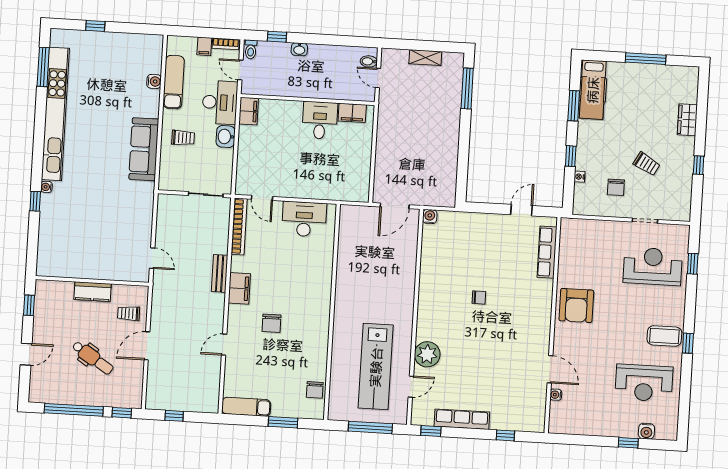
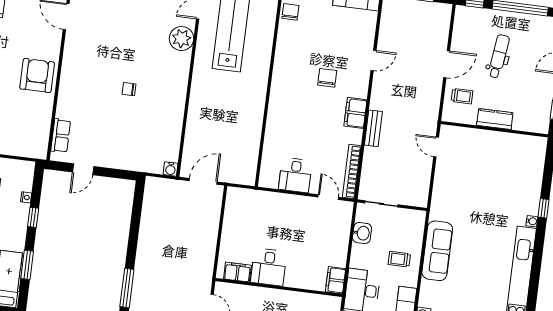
washbasin: (226, 137) -> (362, 233), moved
desk: (304, 219) -> (295, 175), width x0.73
row of seats: (547, 252) -> (61, 136), width x0.68
dental chair: (93, 358) -> (499, 56), turned 64

